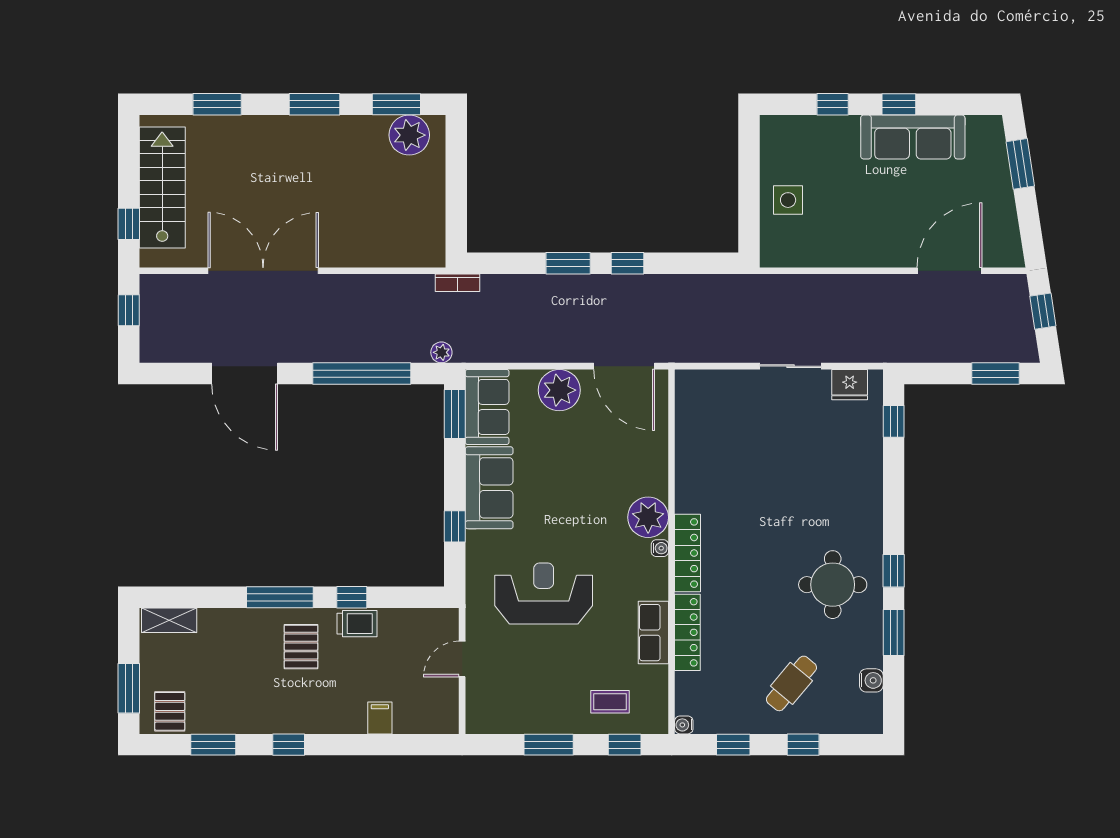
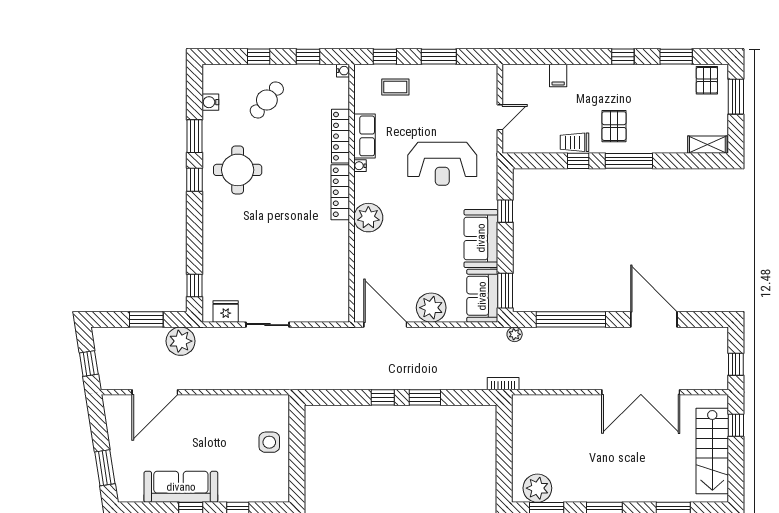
plant: (913, 343) -> (181, 341), added
window: (996, 374) -> (146, 319), moved
water cooler: (660, 548) -> (360, 166), moved

